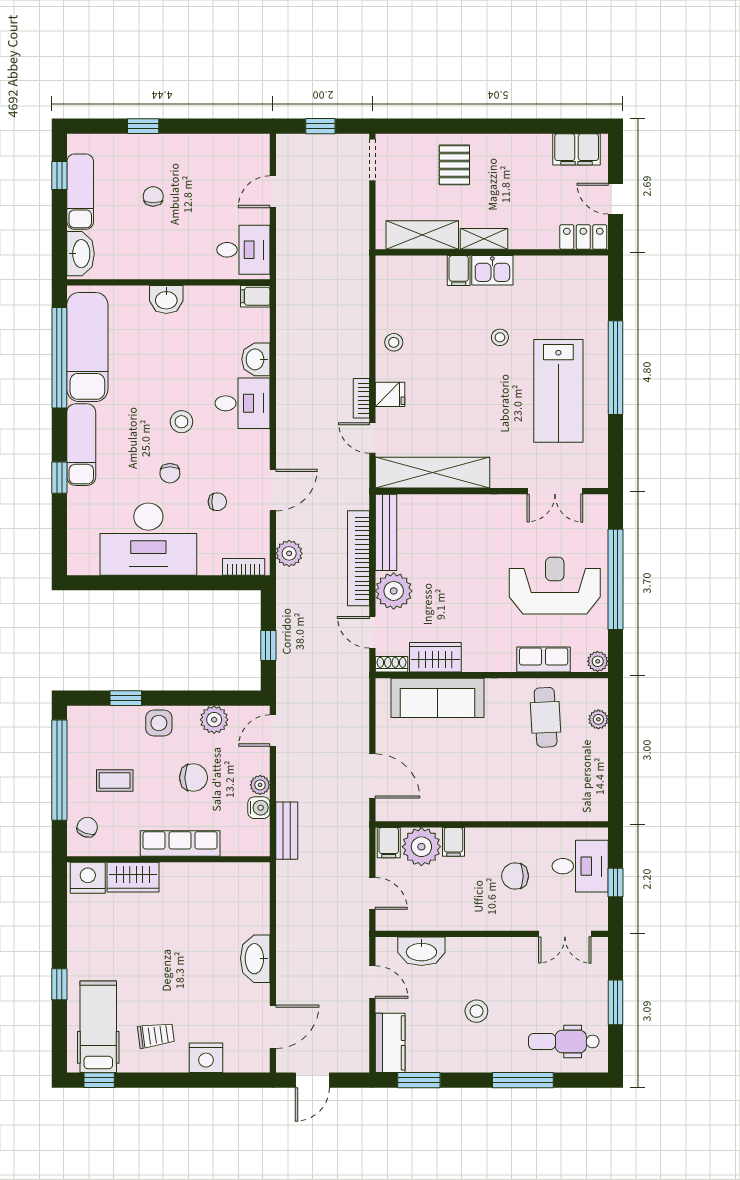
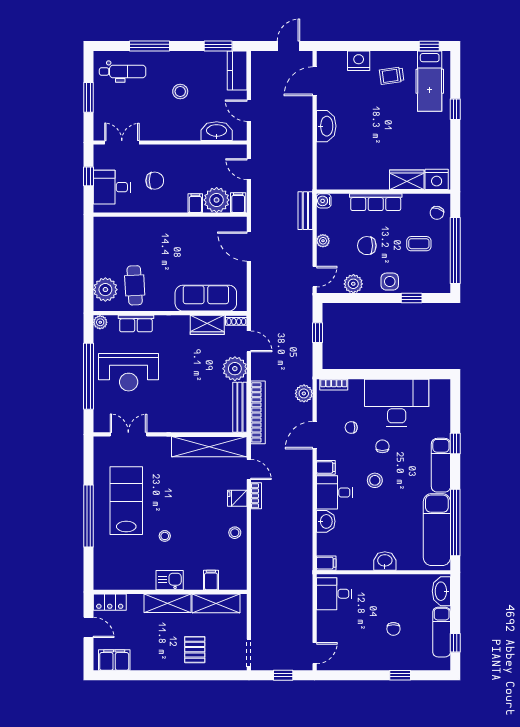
door: (273, 192) -> (315, 653), moved
shelving: (484, 239) -> (167, 603), width x1.50, depth x1.33
filing cabinet: (459, 271) -> (211, 580), moved
filing cabinet: (256, 441) -> (326, 467), added
bookcase: (358, 558) -> (258, 412), moved
plant: (598, 719) -> (105, 290), width x1.87, depth x1.87
water cooler: (259, 808) -> (324, 201), moved

